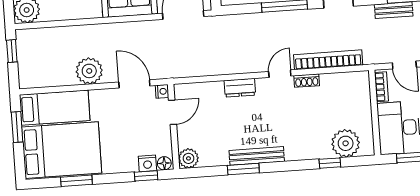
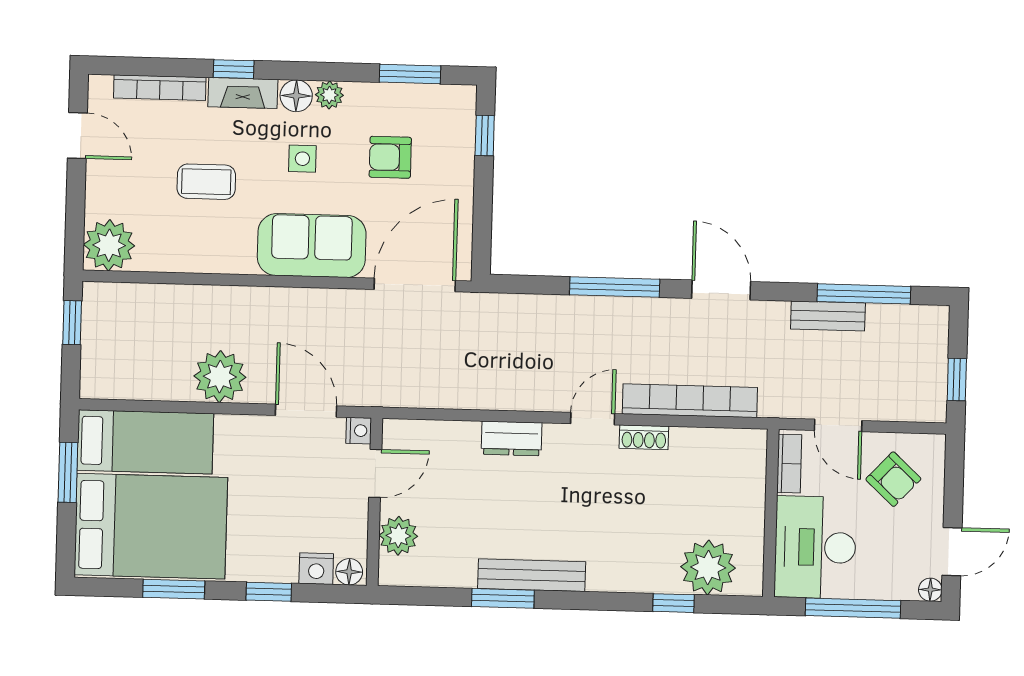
plant: (188, 158) -> (398, 536), moved
window: (146, 176) -> (269, 592), moved

